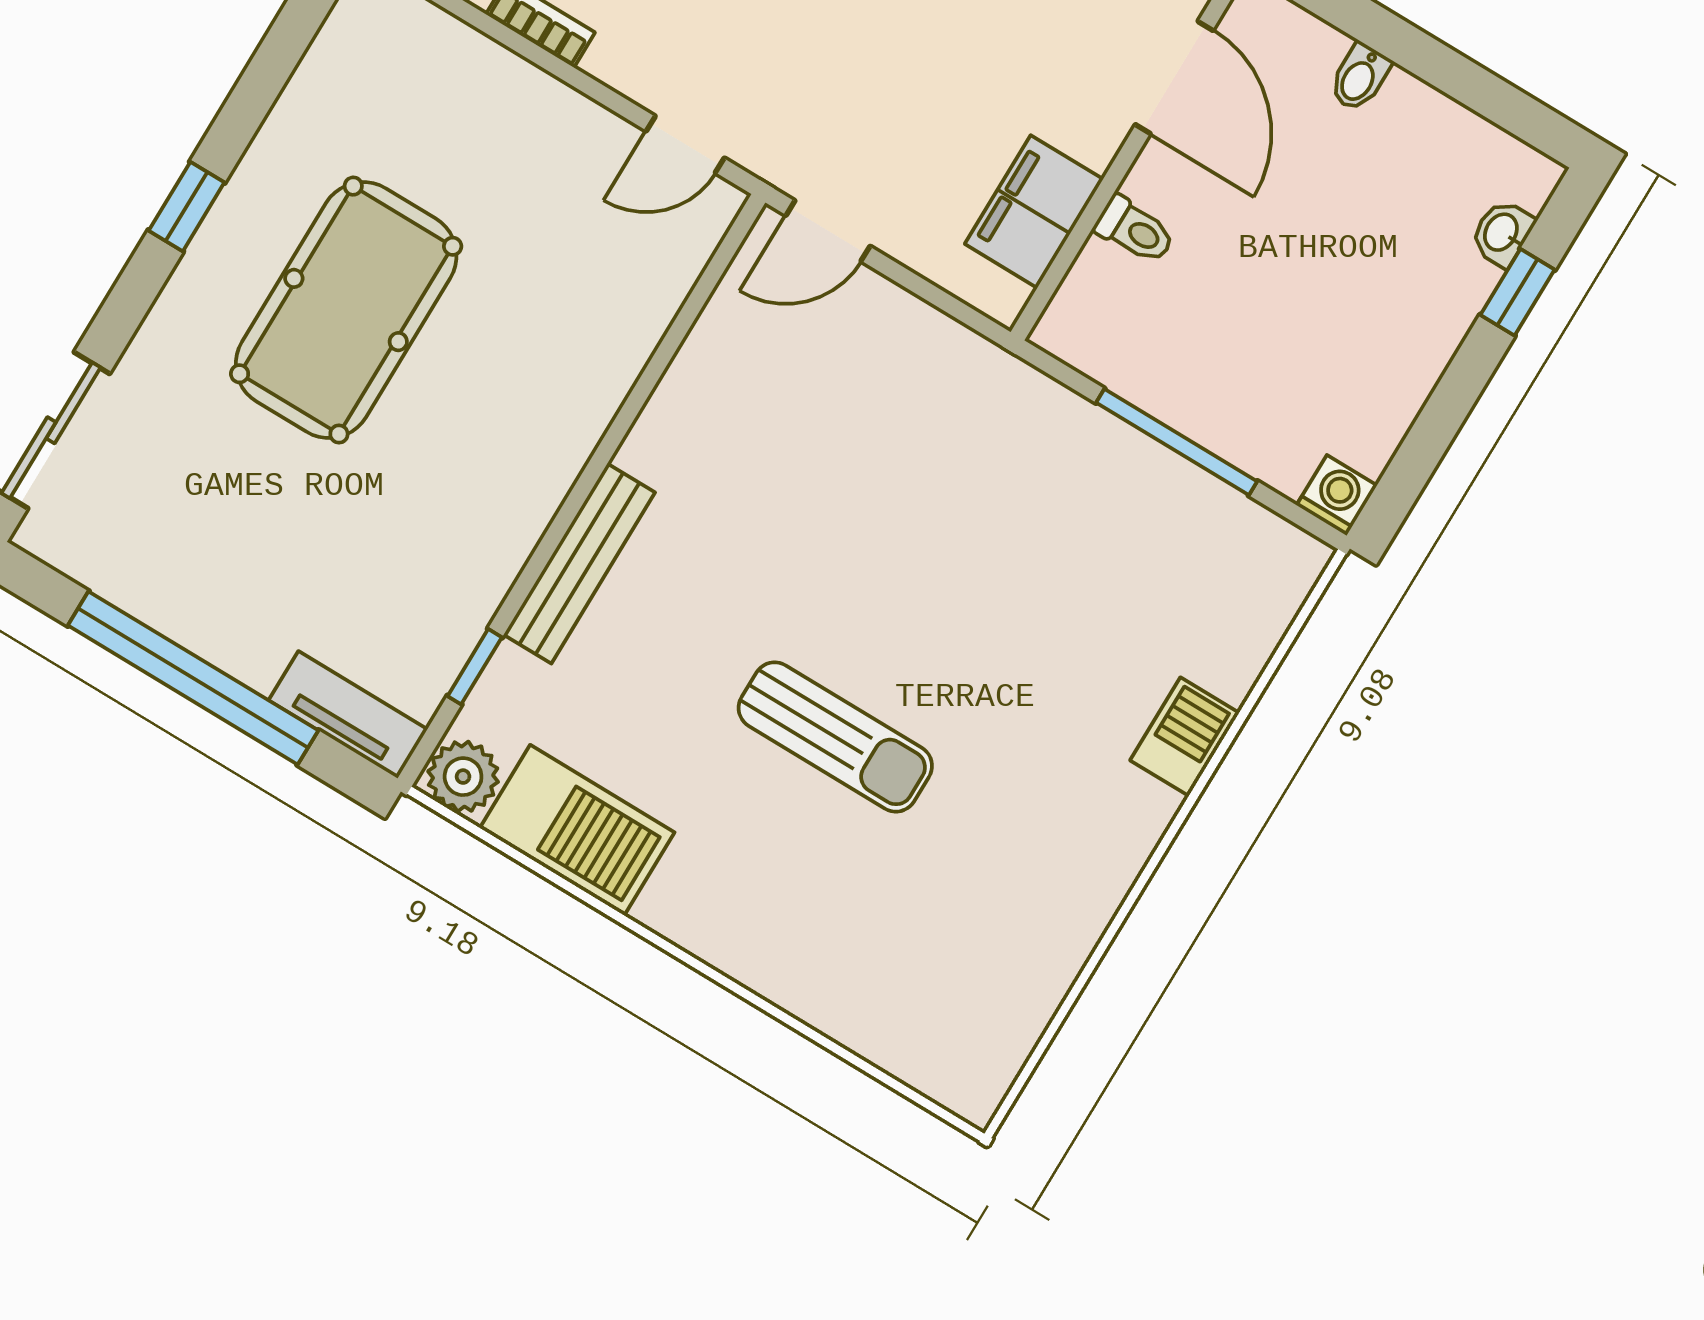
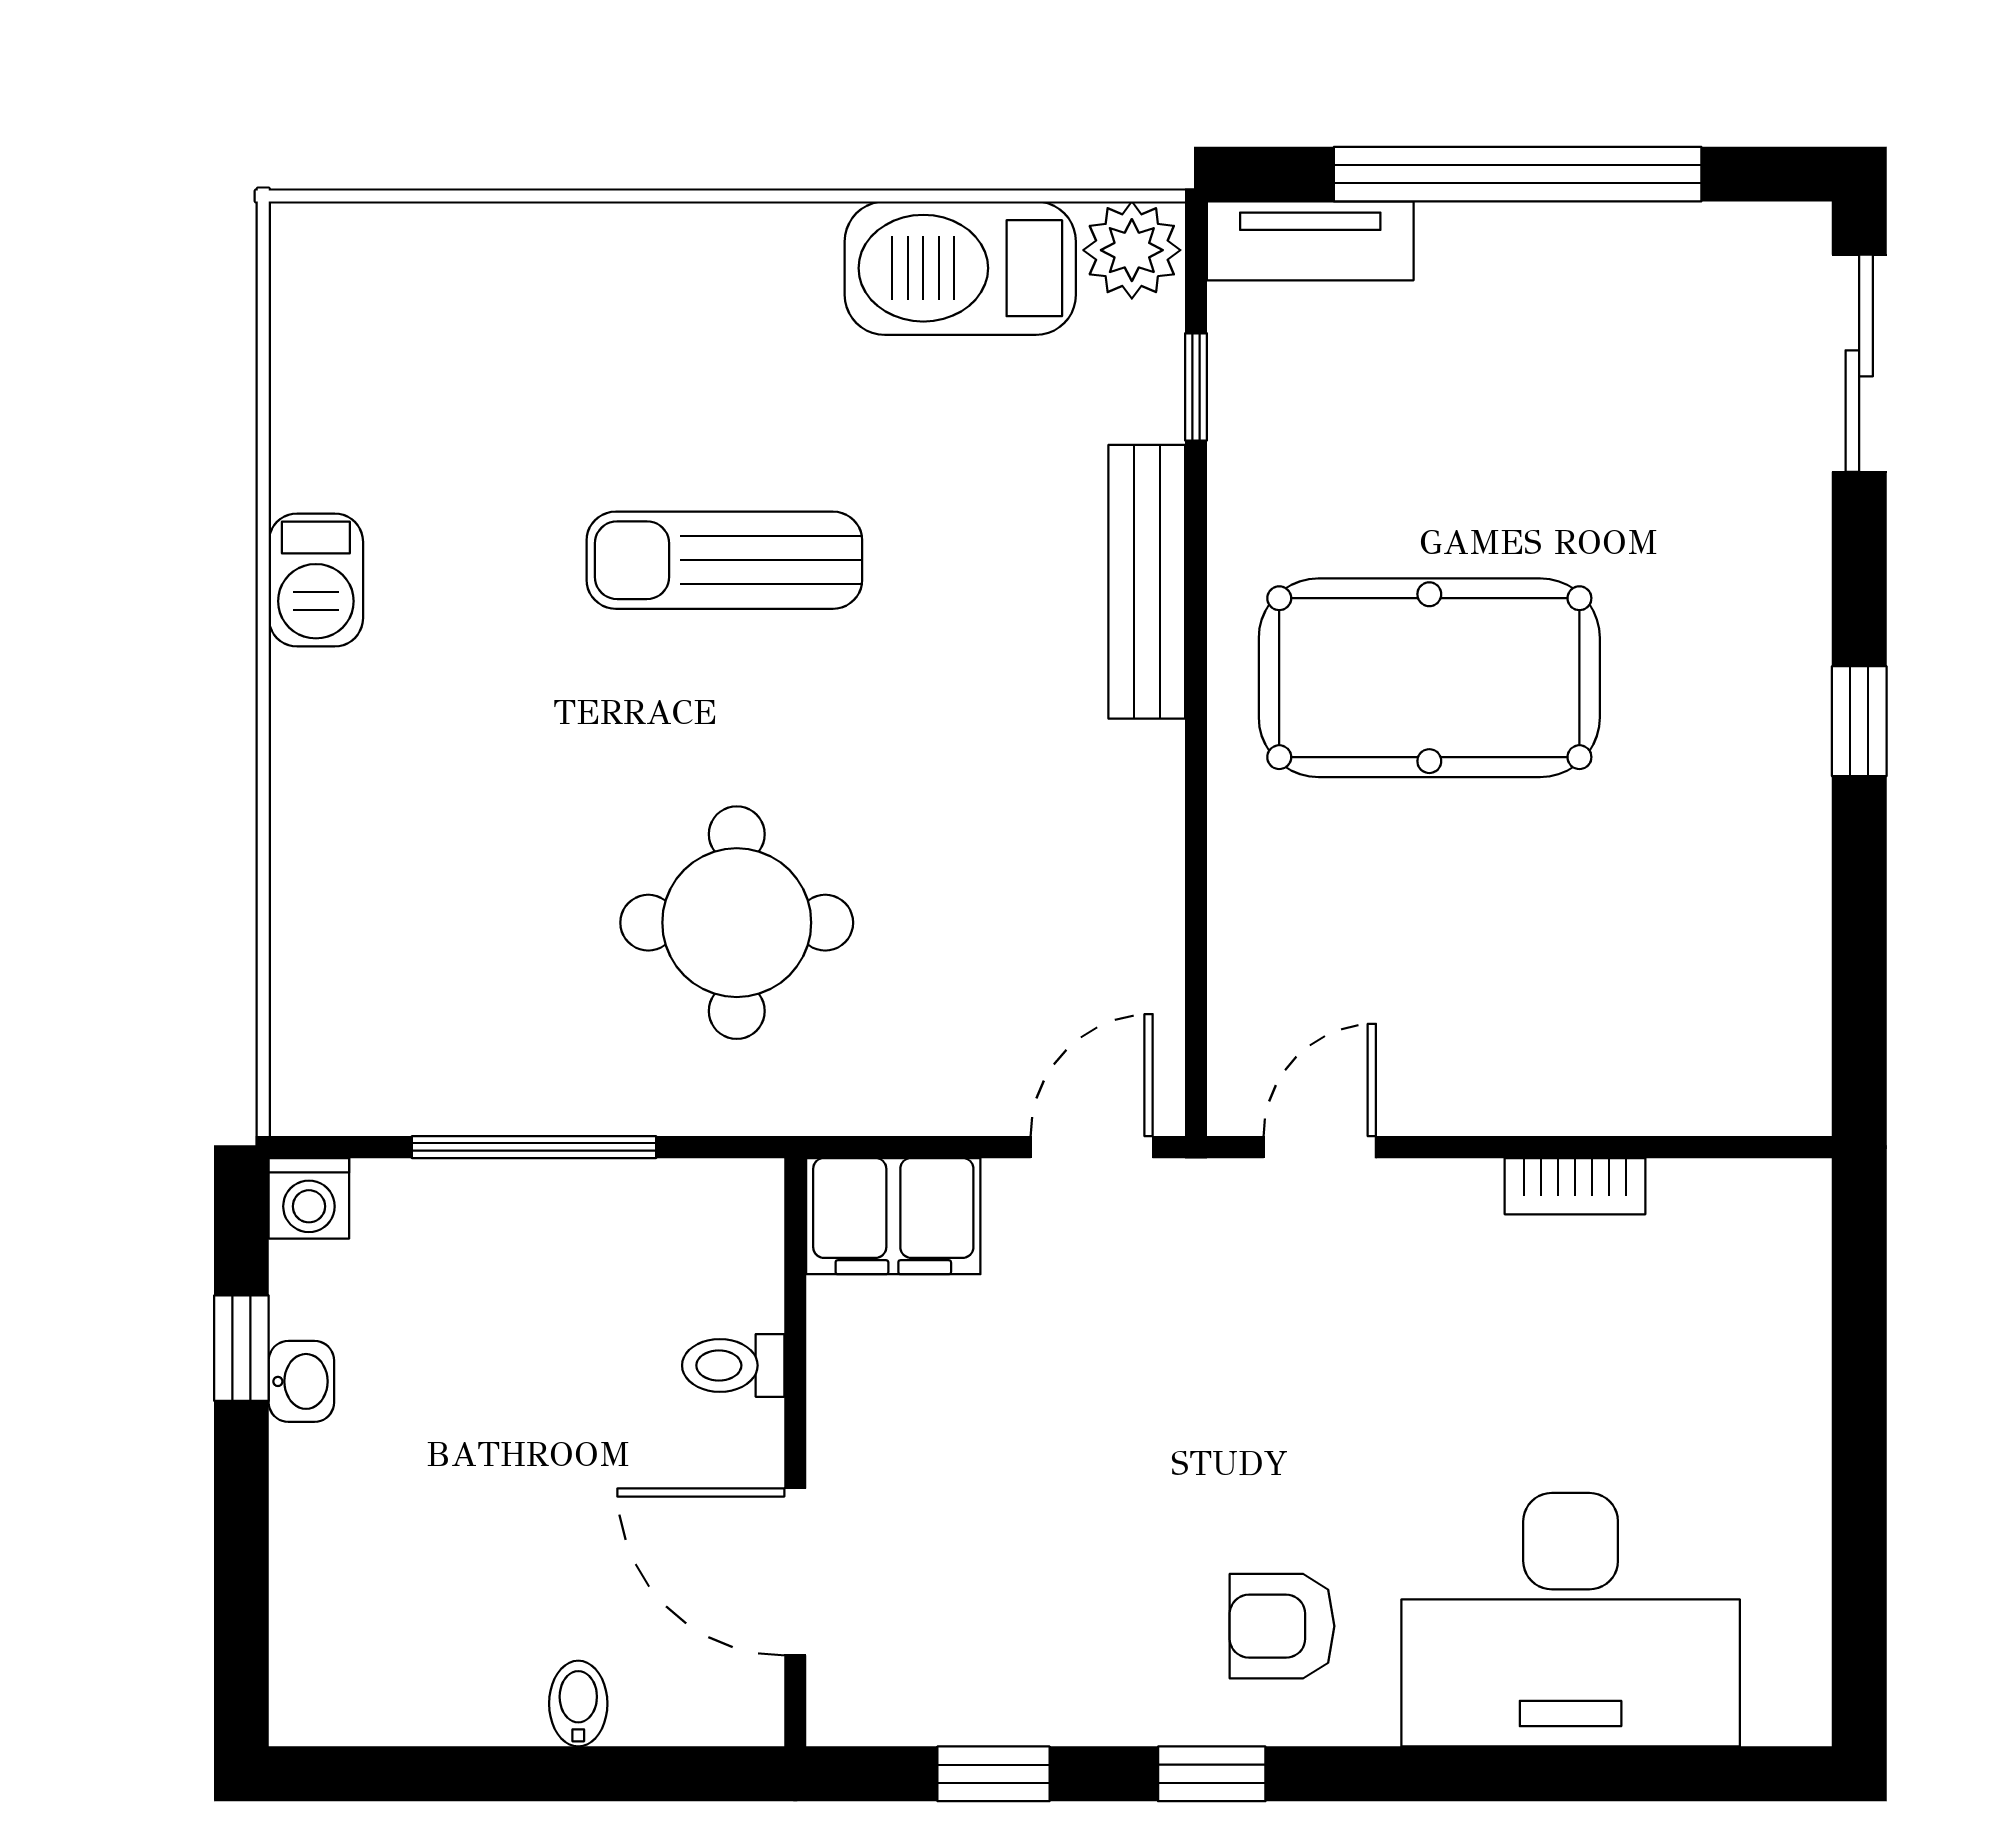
filing cabinet: (1034, 212) -> (893, 1216), moved, turned 90
washbasin: (1502, 233) -> (301, 1381), moved
window: (1517, 292) -> (241, 1348), moved
pool table: (346, 310) -> (1429, 678), moved, turned 90
round table: (965, 506) -> (737, 923), added
barbecue: (1185, 737) -> (316, 580), moved

